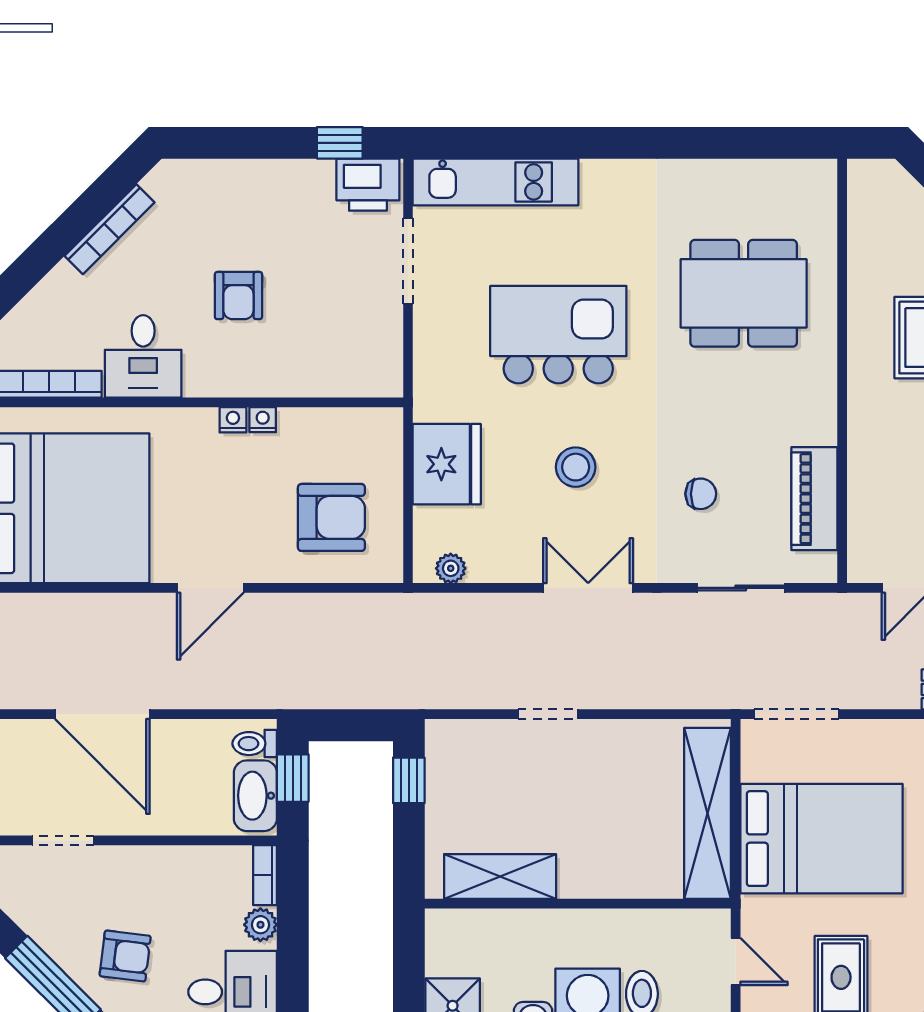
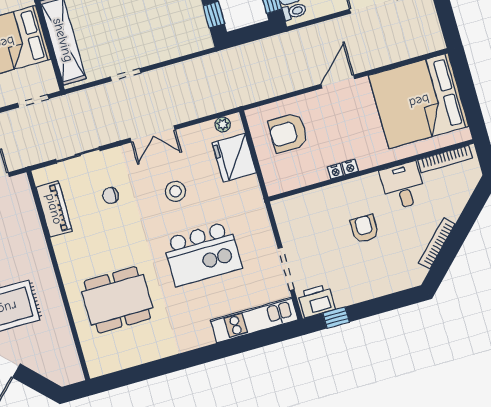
fridge: (447, 464) -> (234, 158), moved
doorway: (548, 714) -> (126, 75), moved
doorway: (796, 714) -> (33, 101), width x0.73

